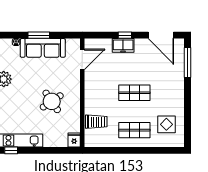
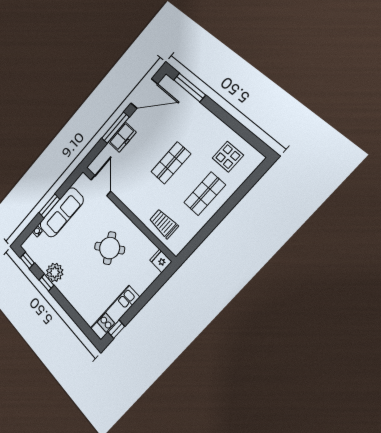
window: (125, 35) -> (115, 128), width x2.17
trolley: (96, 122) -> (164, 224), turned -90

